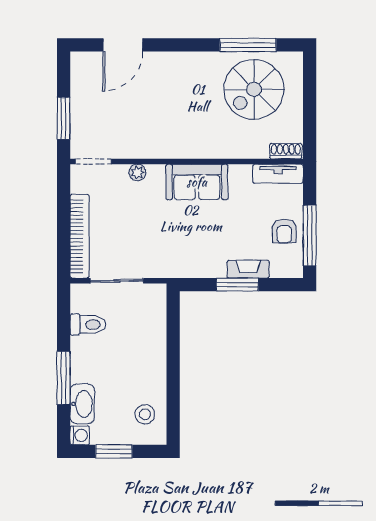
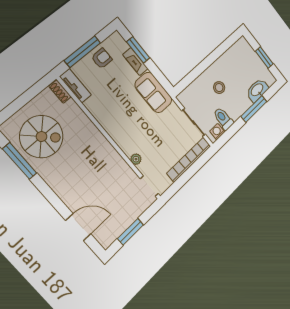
window: (64, 118) -> (131, 232), moved
sofa: (197, 182) -> (153, 92), moved, turned 180
window: (310, 236) -> (82, 52), moved
window: (237, 285) -> (138, 50), moved
stool: (145, 414) -> (219, 88), moved
washing machine: (80, 435) -> (217, 132), moved

